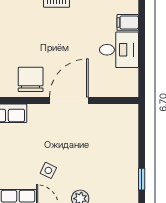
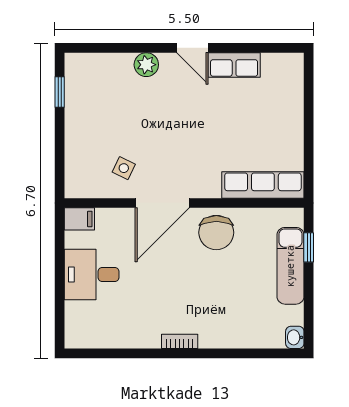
filing cabinet: (128, 22) -> (79, 219), moved
side table: (48, 170) -> (124, 168), moved

